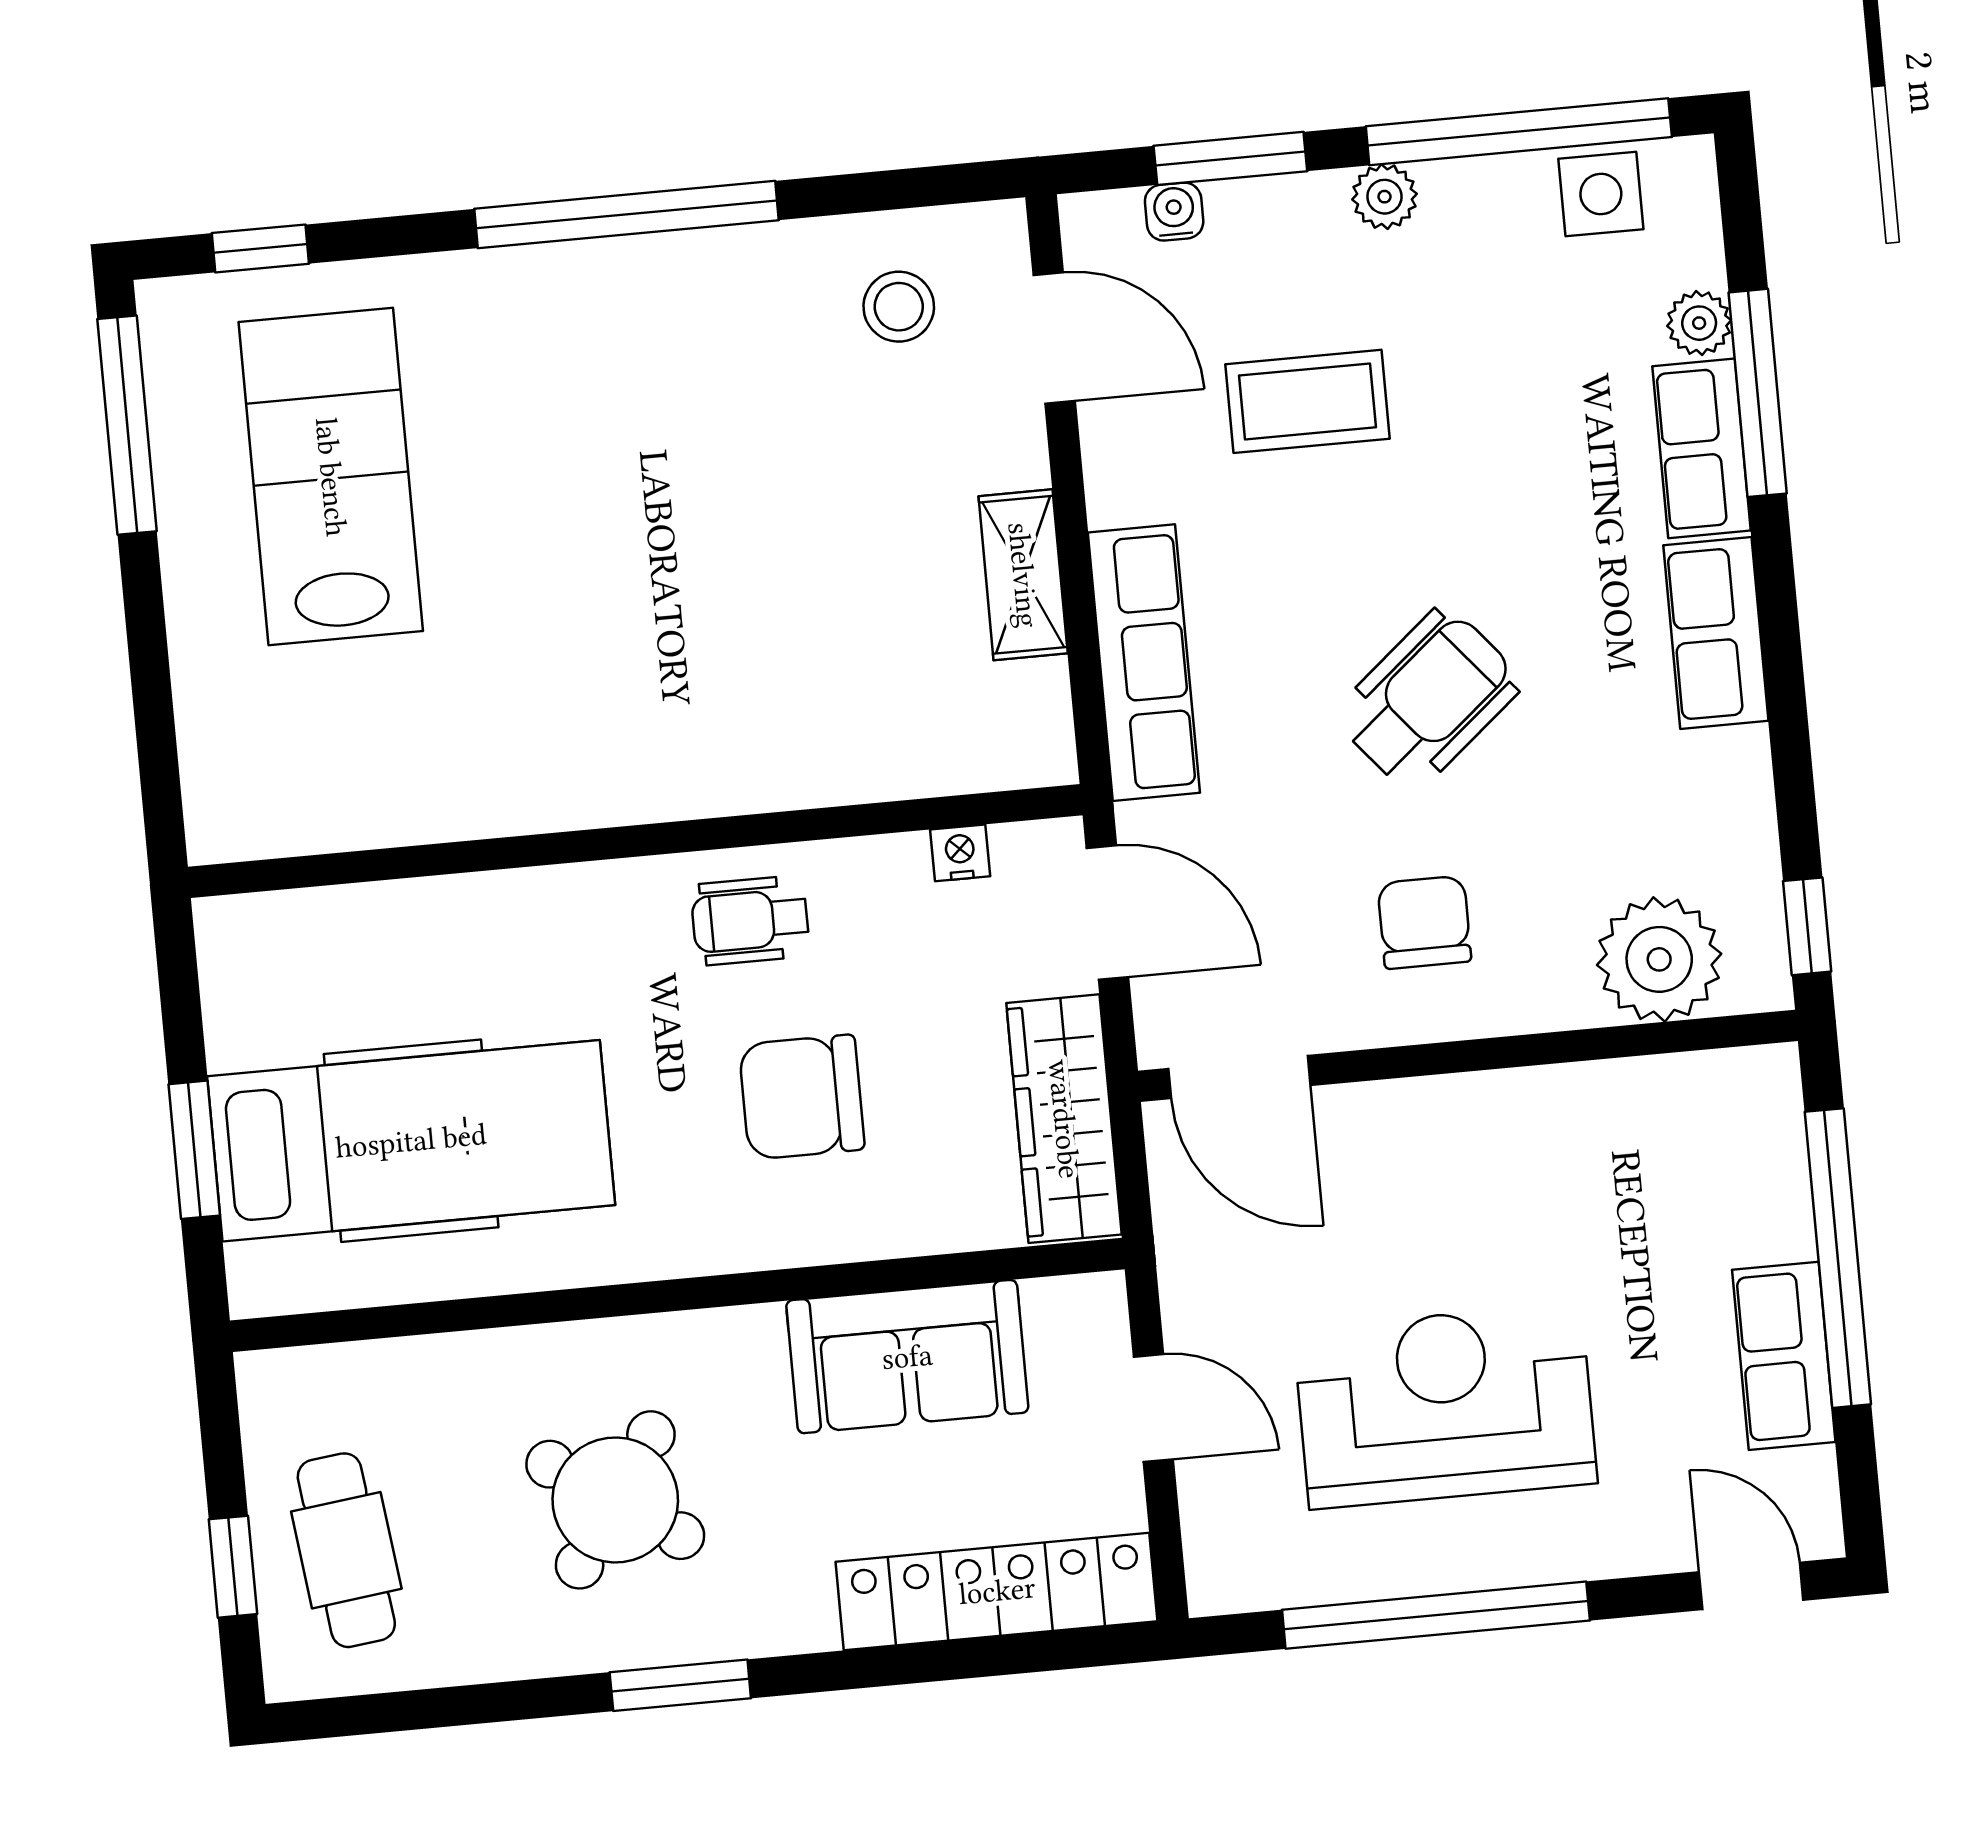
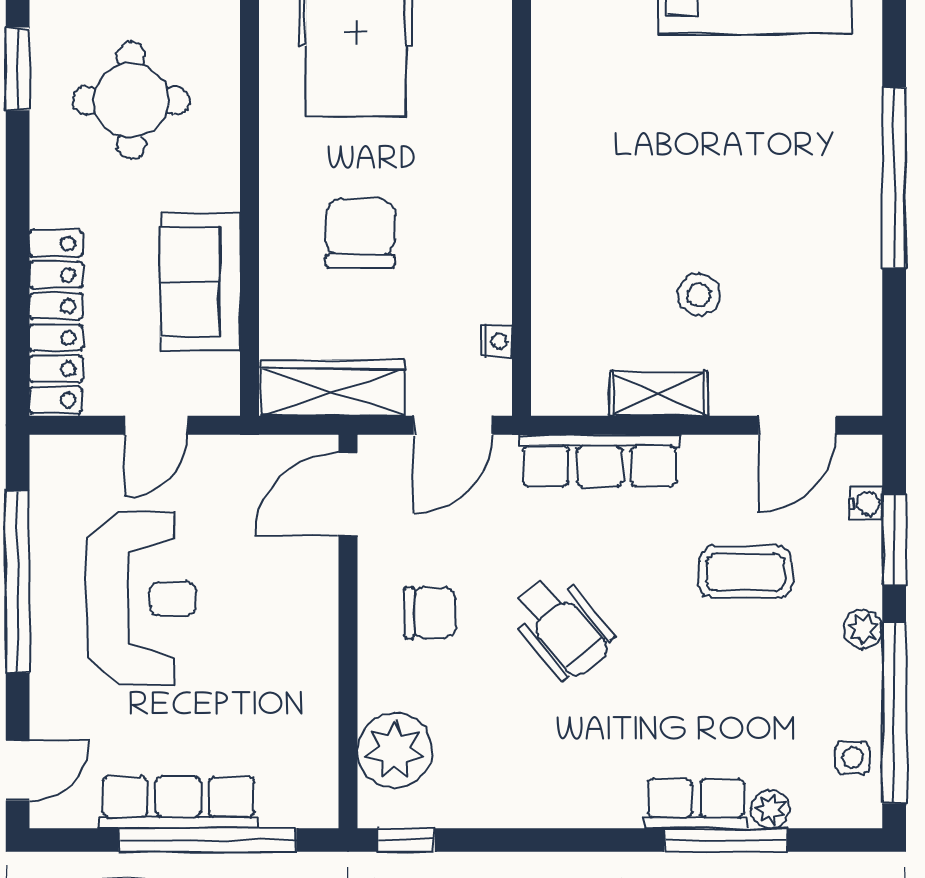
side table: (1601, 194) -> (853, 758), width x0.73, depth x0.73
stool: (899, 307) -> (699, 295), moved
coffee table: (1307, 401) -> (746, 572), turned 90
row of seats: (1716, 633) -> (585, 802), removed
wheelchair: (750, 920) -> (468, 213), removed
row of seats: (1784, 1356) -> (178, 802), width x1.48
round table: (615, 1500) -> (131, 100), turned -34
window: (680, 1685) -> (18, 69), moved

